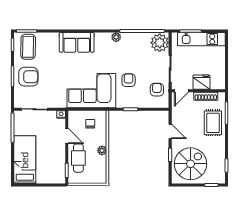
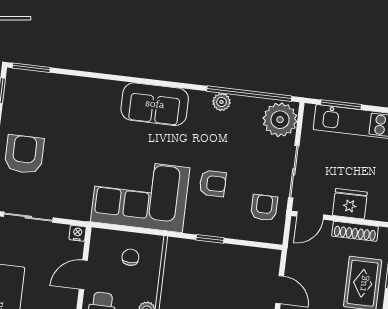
plant: (116, 37) -> (221, 102), moved
sofa: (77, 42) -> (155, 104), moved
coffee table: (28, 47) -> (30, 98), removed
armchair: (28, 77) -> (24, 154), turned -90
armchair: (129, 80) -> (213, 183), turned 90
door: (67, 136) -> (83, 275), swing flipped

